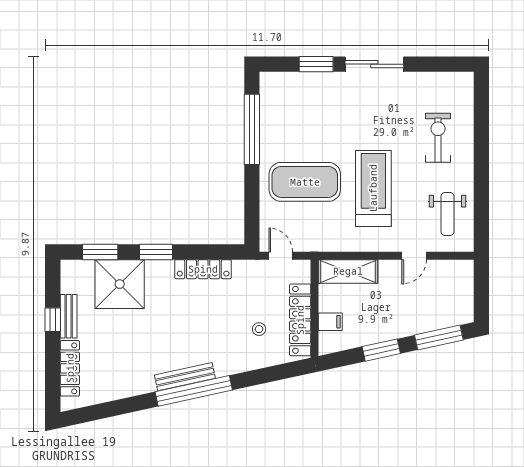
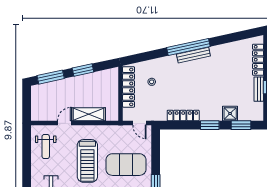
weight bench: (447, 214) -> (46, 147), turned 180
shelving: (348, 271) -> (89, 114), moved
shower: (120, 284) -> (230, 114), width x0.54, depth x0.54
filing cabinet: (330, 322) -> (112, 86), removed

